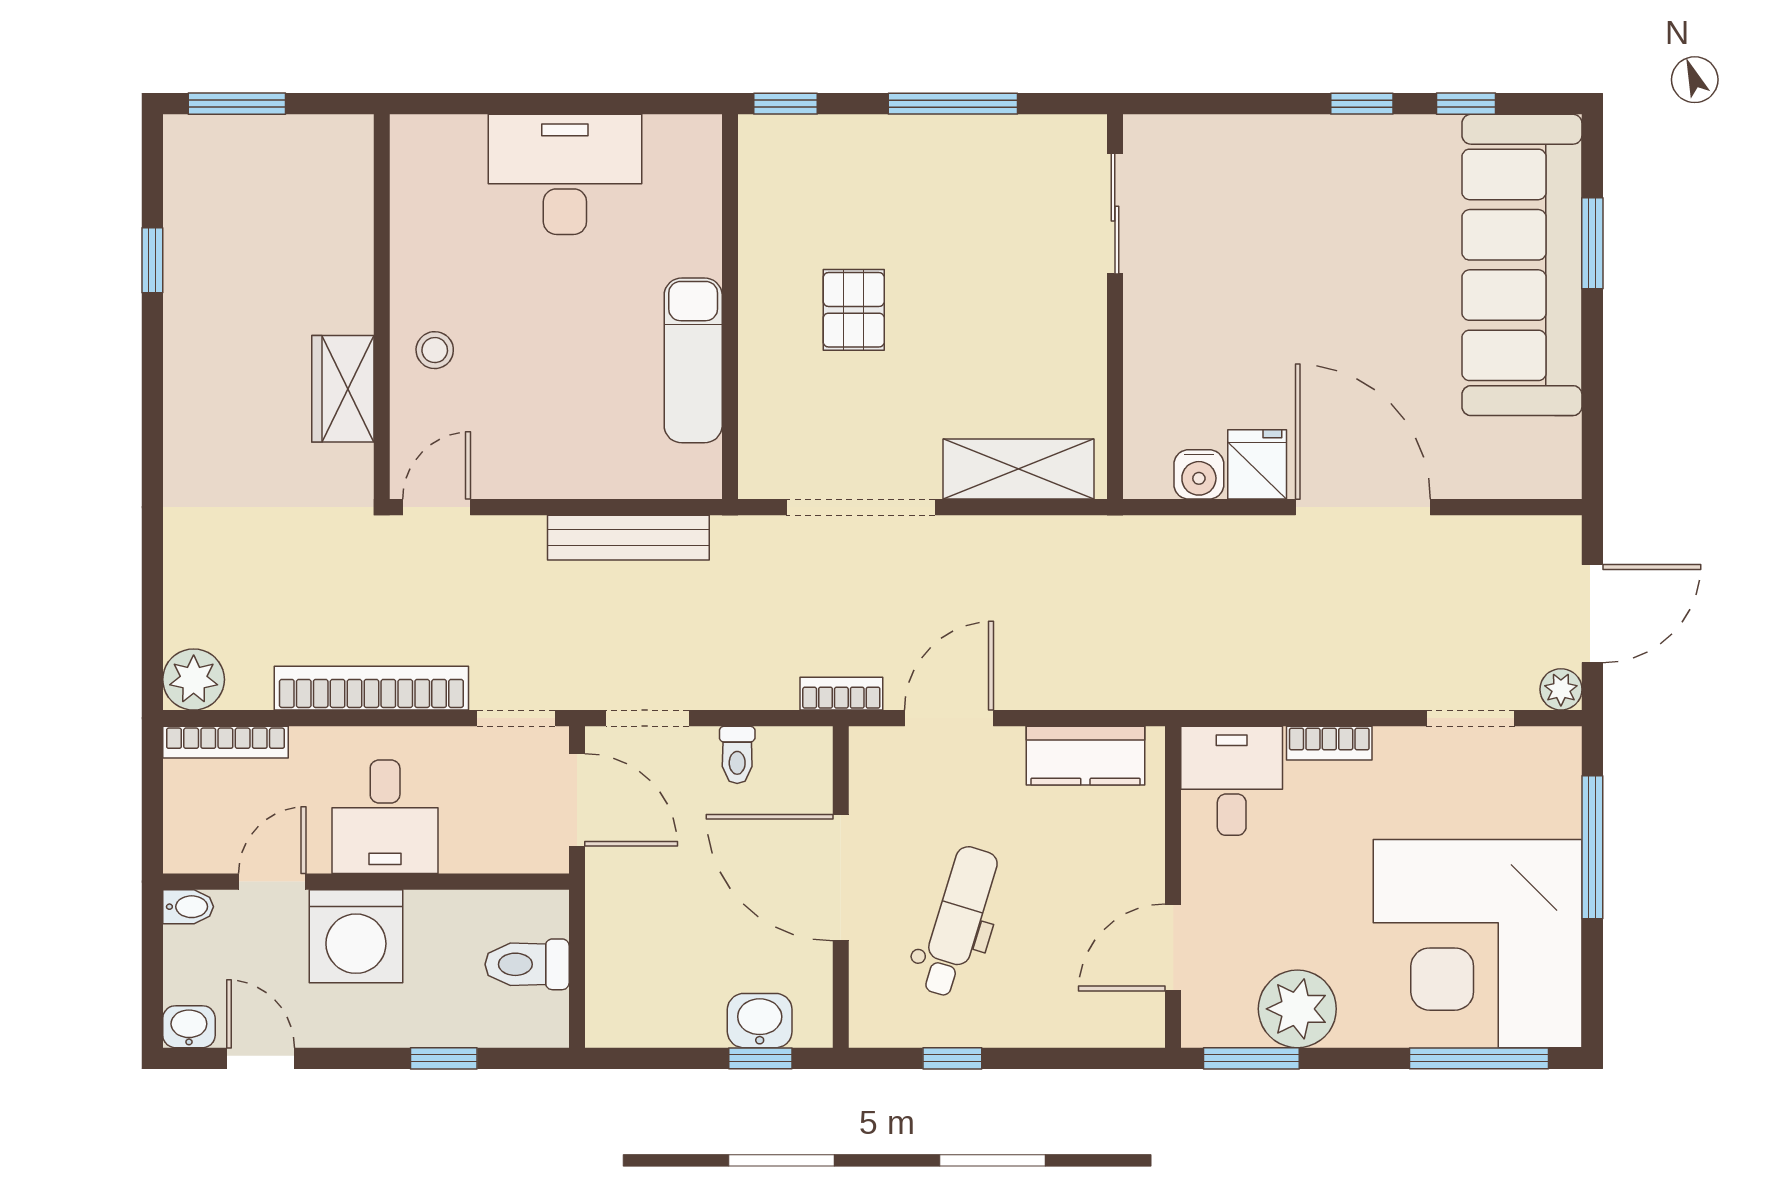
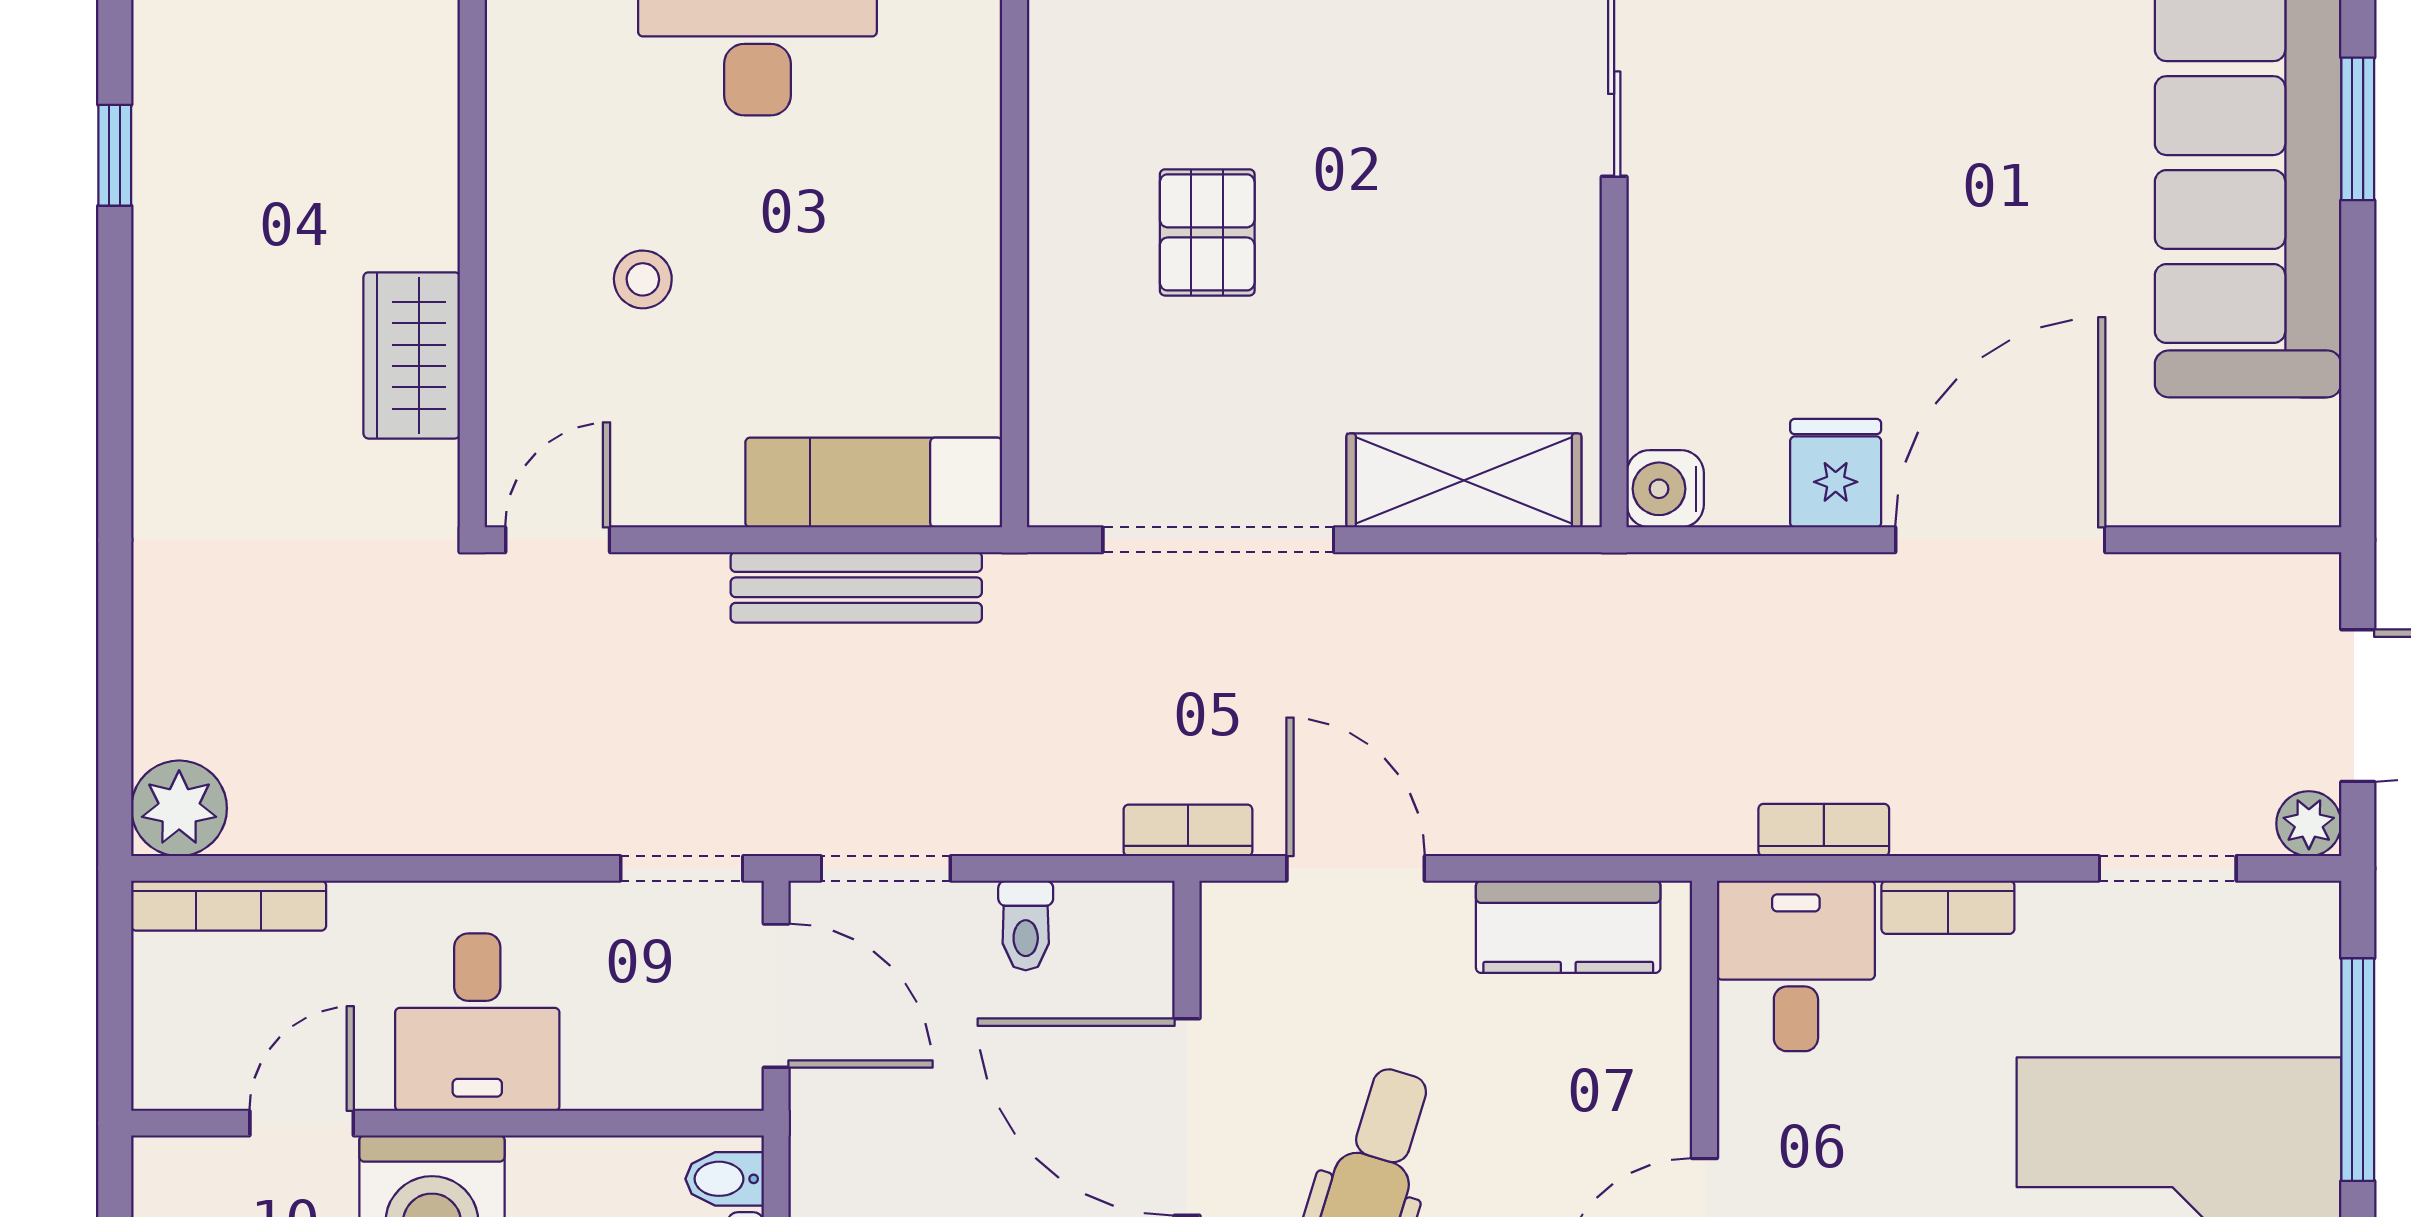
stool: (435, 350) -> (643, 279), moved
exam couch: (693, 360) -> (874, 482), moved, turned 90
water cooler: (1199, 474) -> (1665, 489), moved, turned 90
door: (1363, 507) -> (2000, 540), hinge flipped
bookcase: (371, 688) -> (1824, 830), moved, width x0.43, depth x0.76
door: (949, 718) -> (1356, 868), hinge flipped
bidet: (188, 907) -> (725, 1179), moved, turned 180

